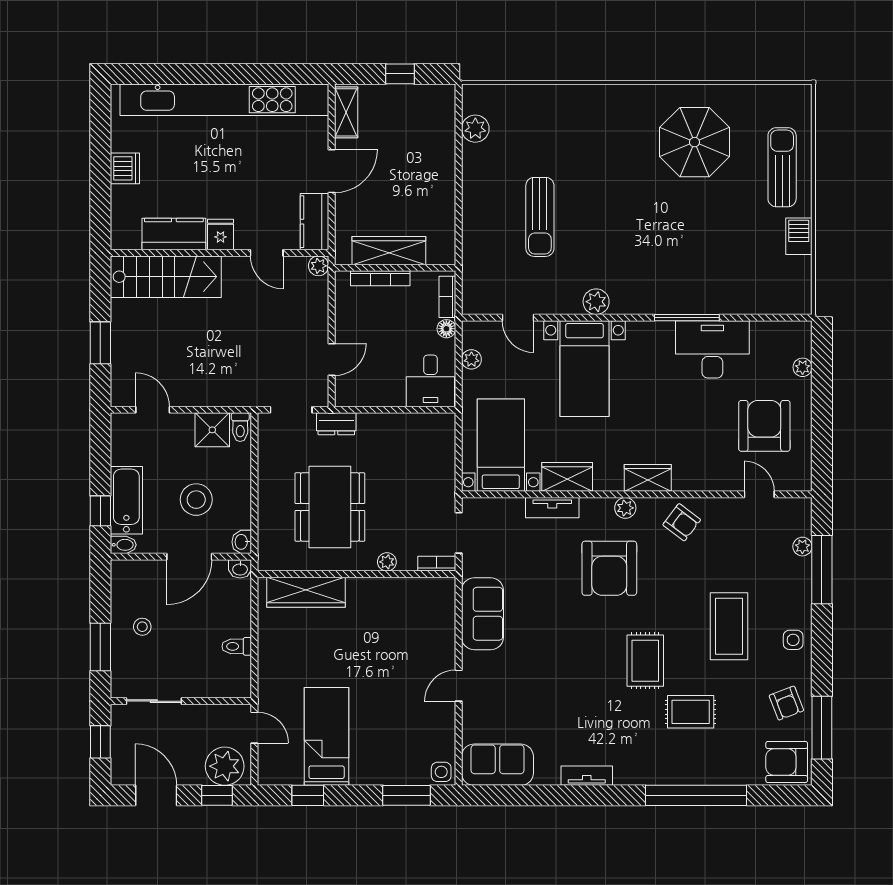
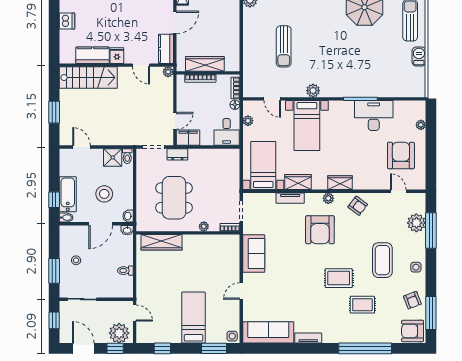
filing cabinet: (357, 392) -> (188, 138), added
plant: (802, 547) -> (416, 223), width x1.88, depth x1.88
rug: (645, 661) -> (339, 278), turned 90
bed: (327, 736) -> (193, 318), moved
sofa: (497, 765) -> (268, 332), width x1.36

